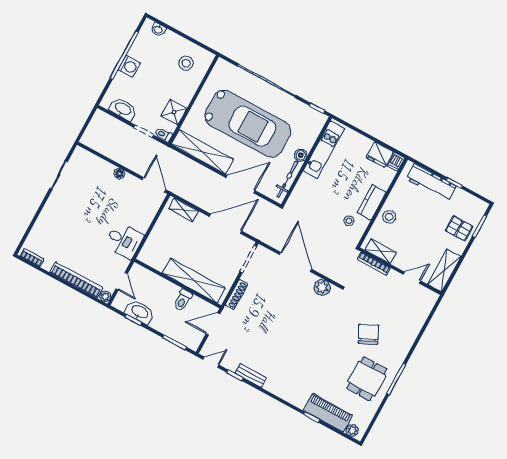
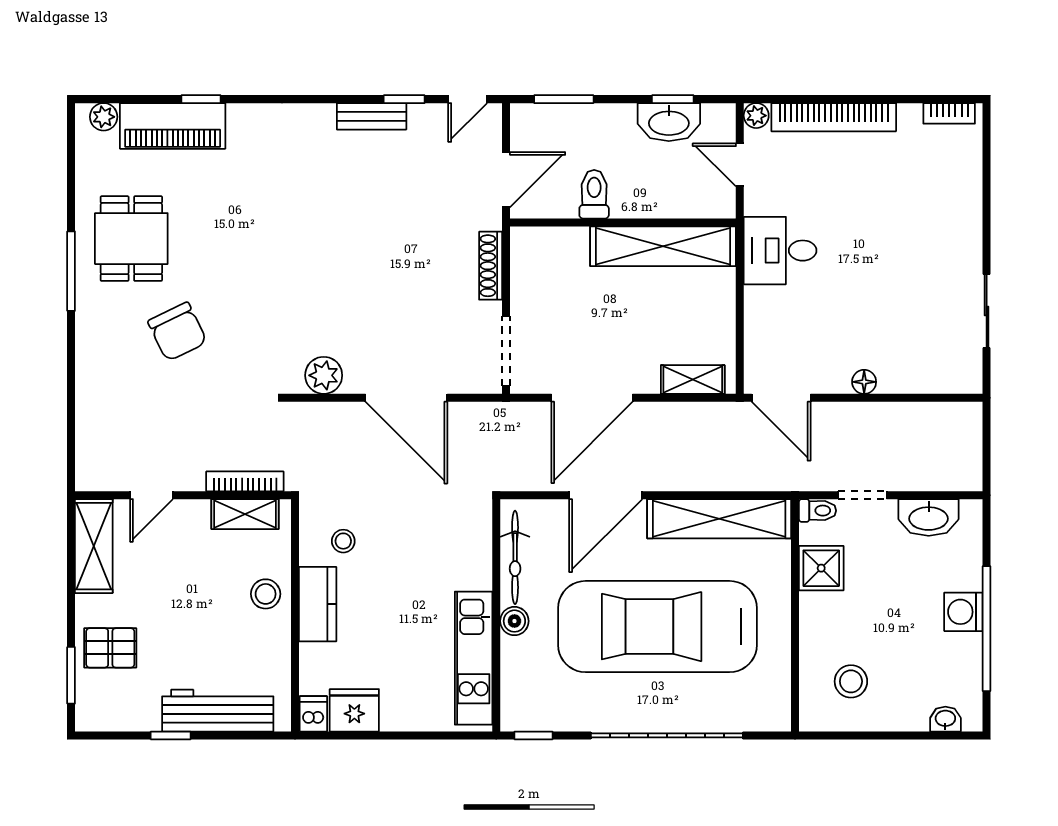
shelving: (194, 281) -> (663, 246), moved

